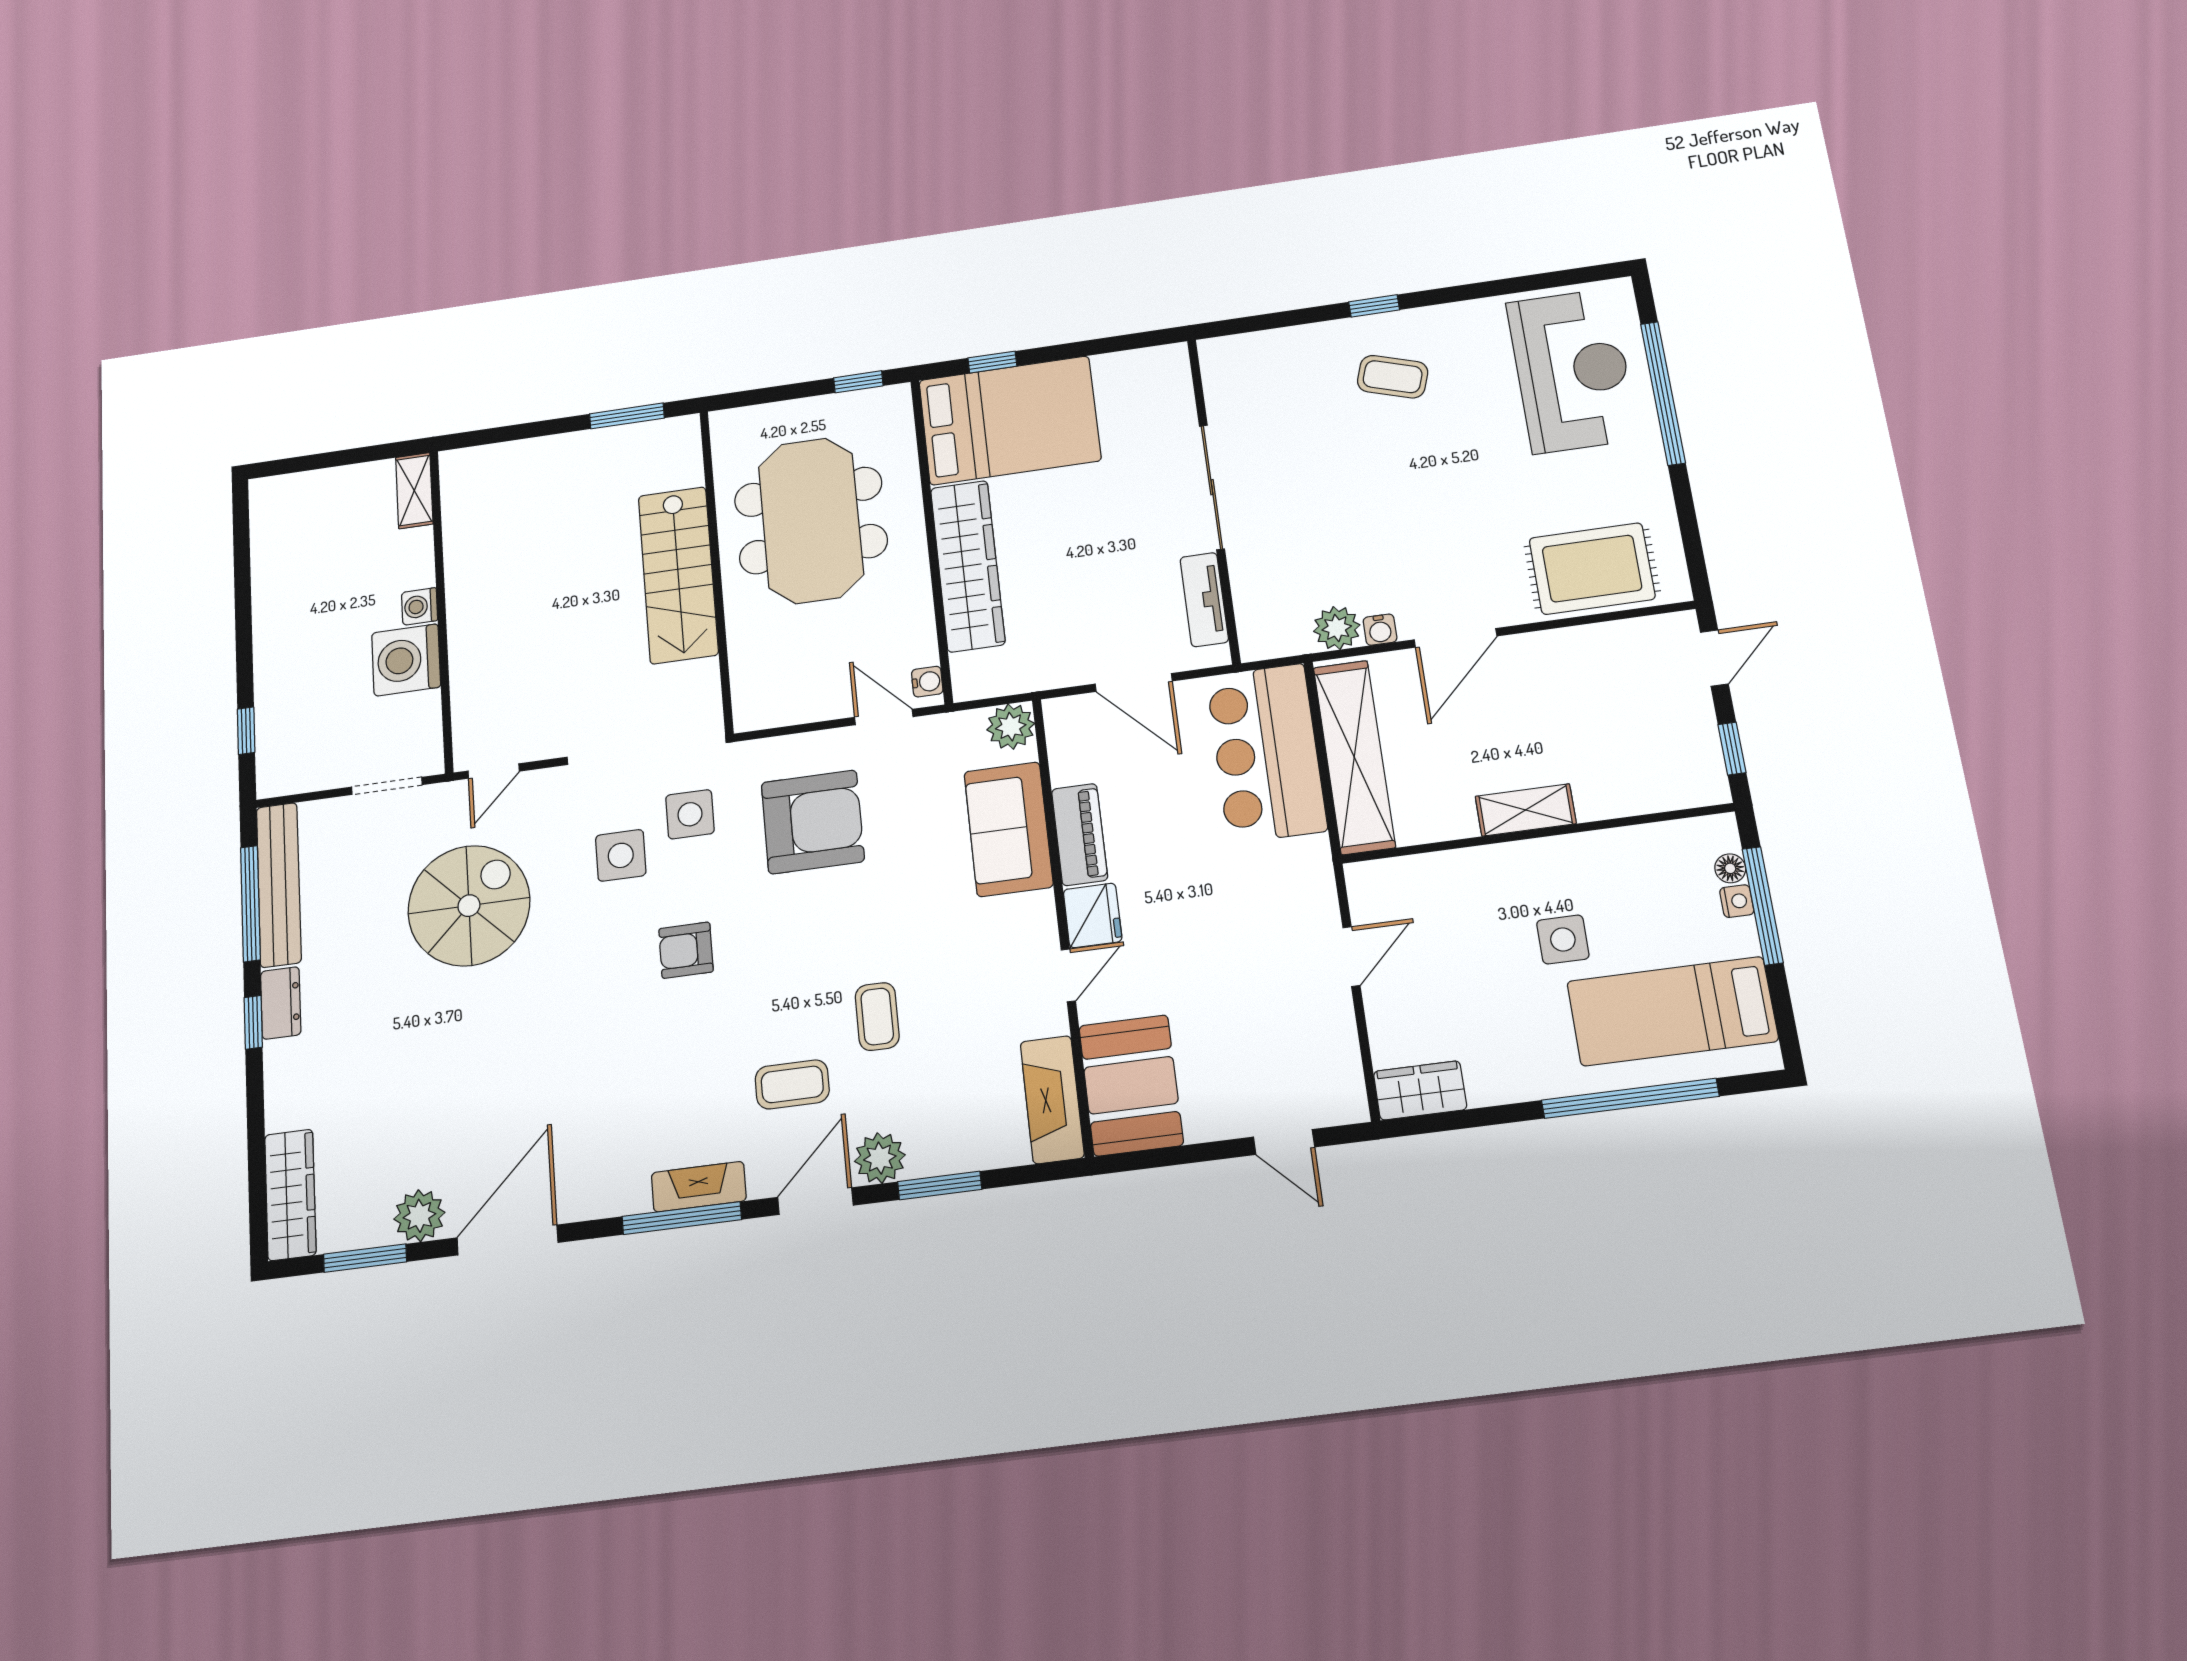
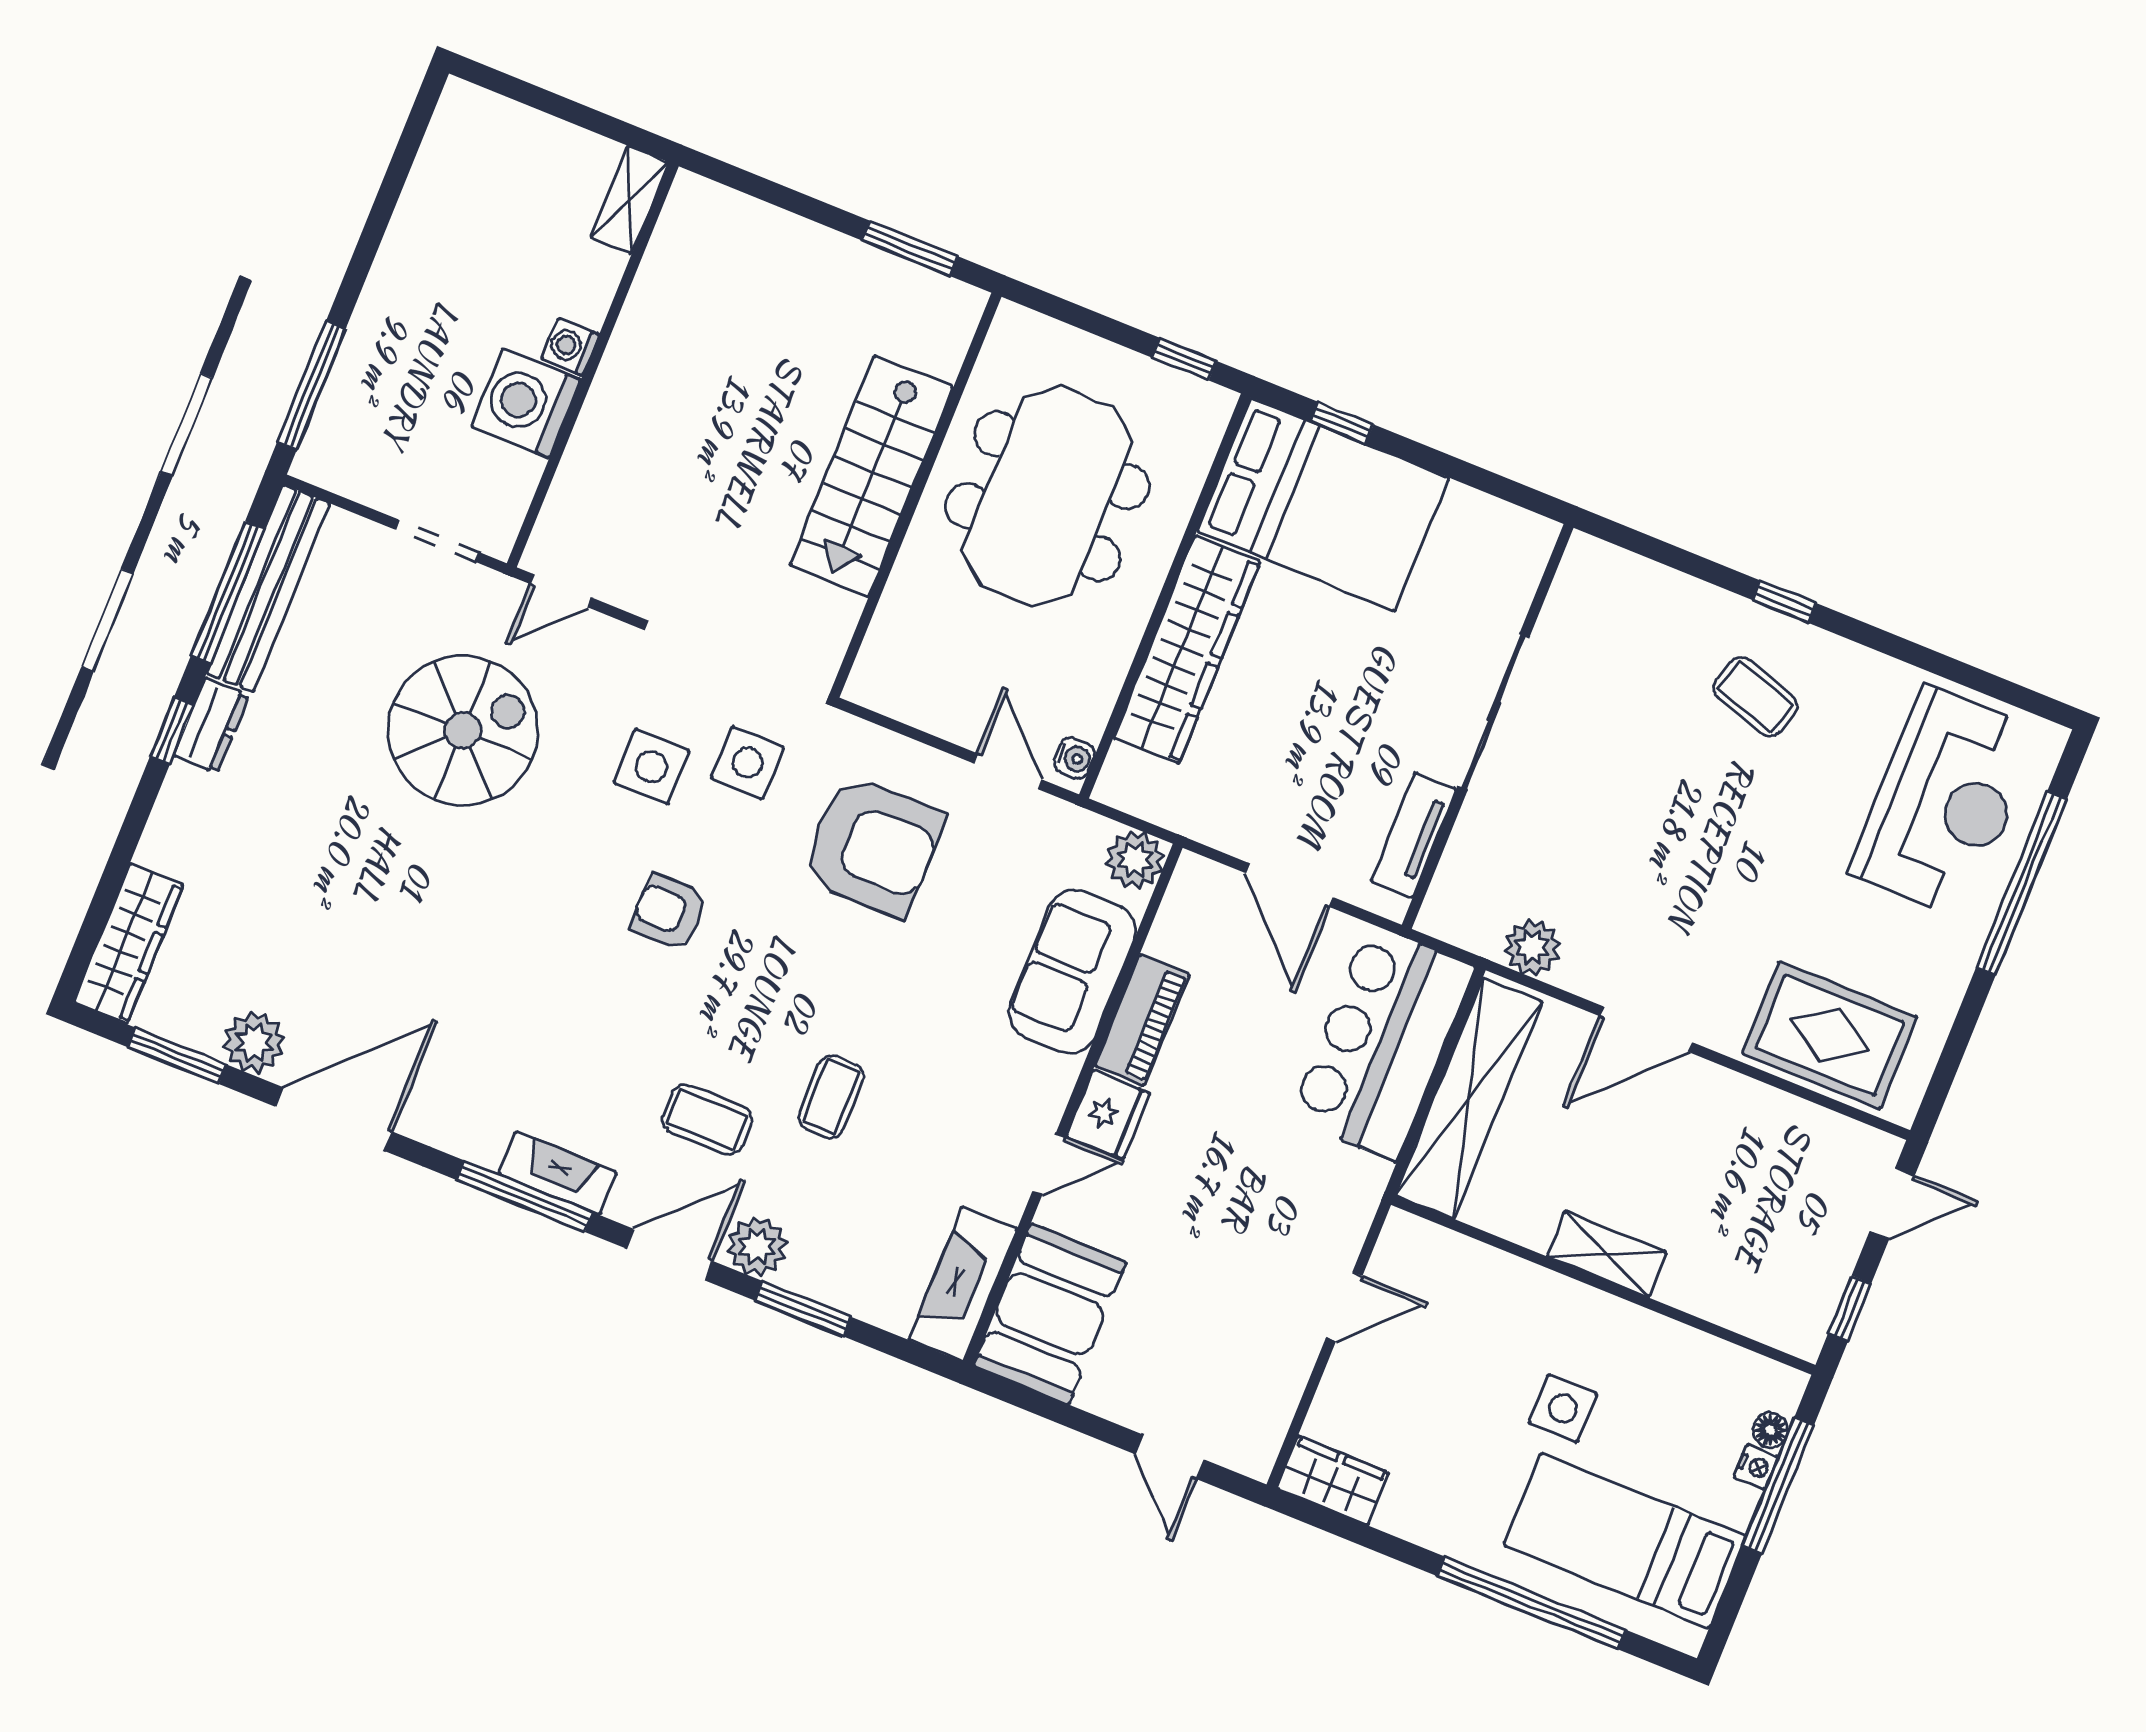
water cooler: (1380, 630) -> (1575, 975), removed
window: (246, 731) -> (312, 385), width x2.17

